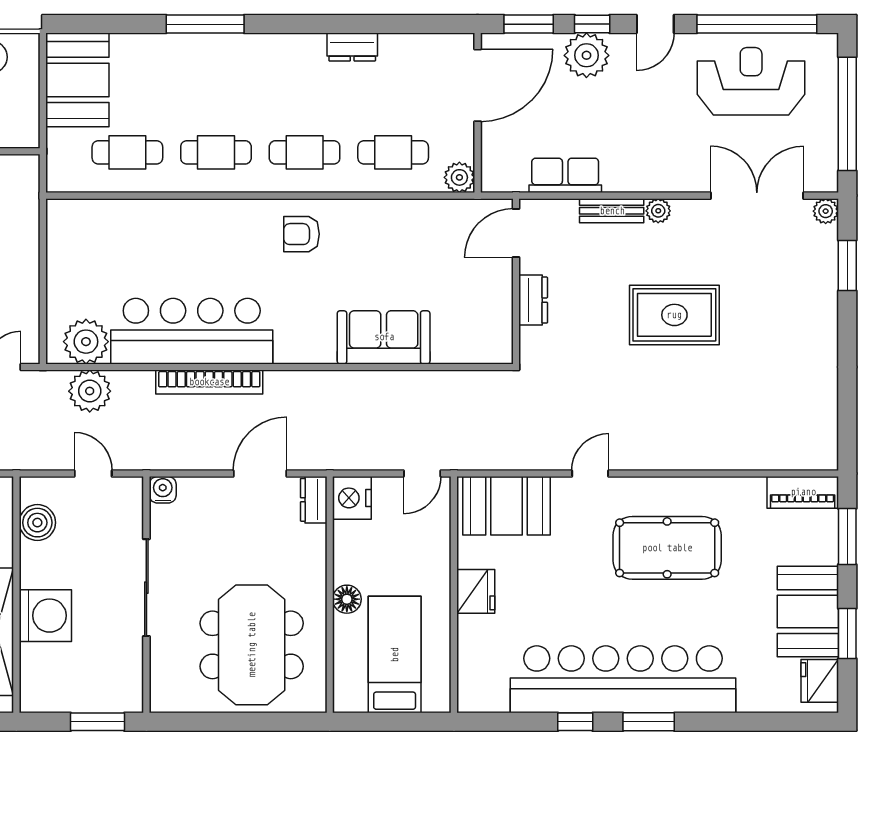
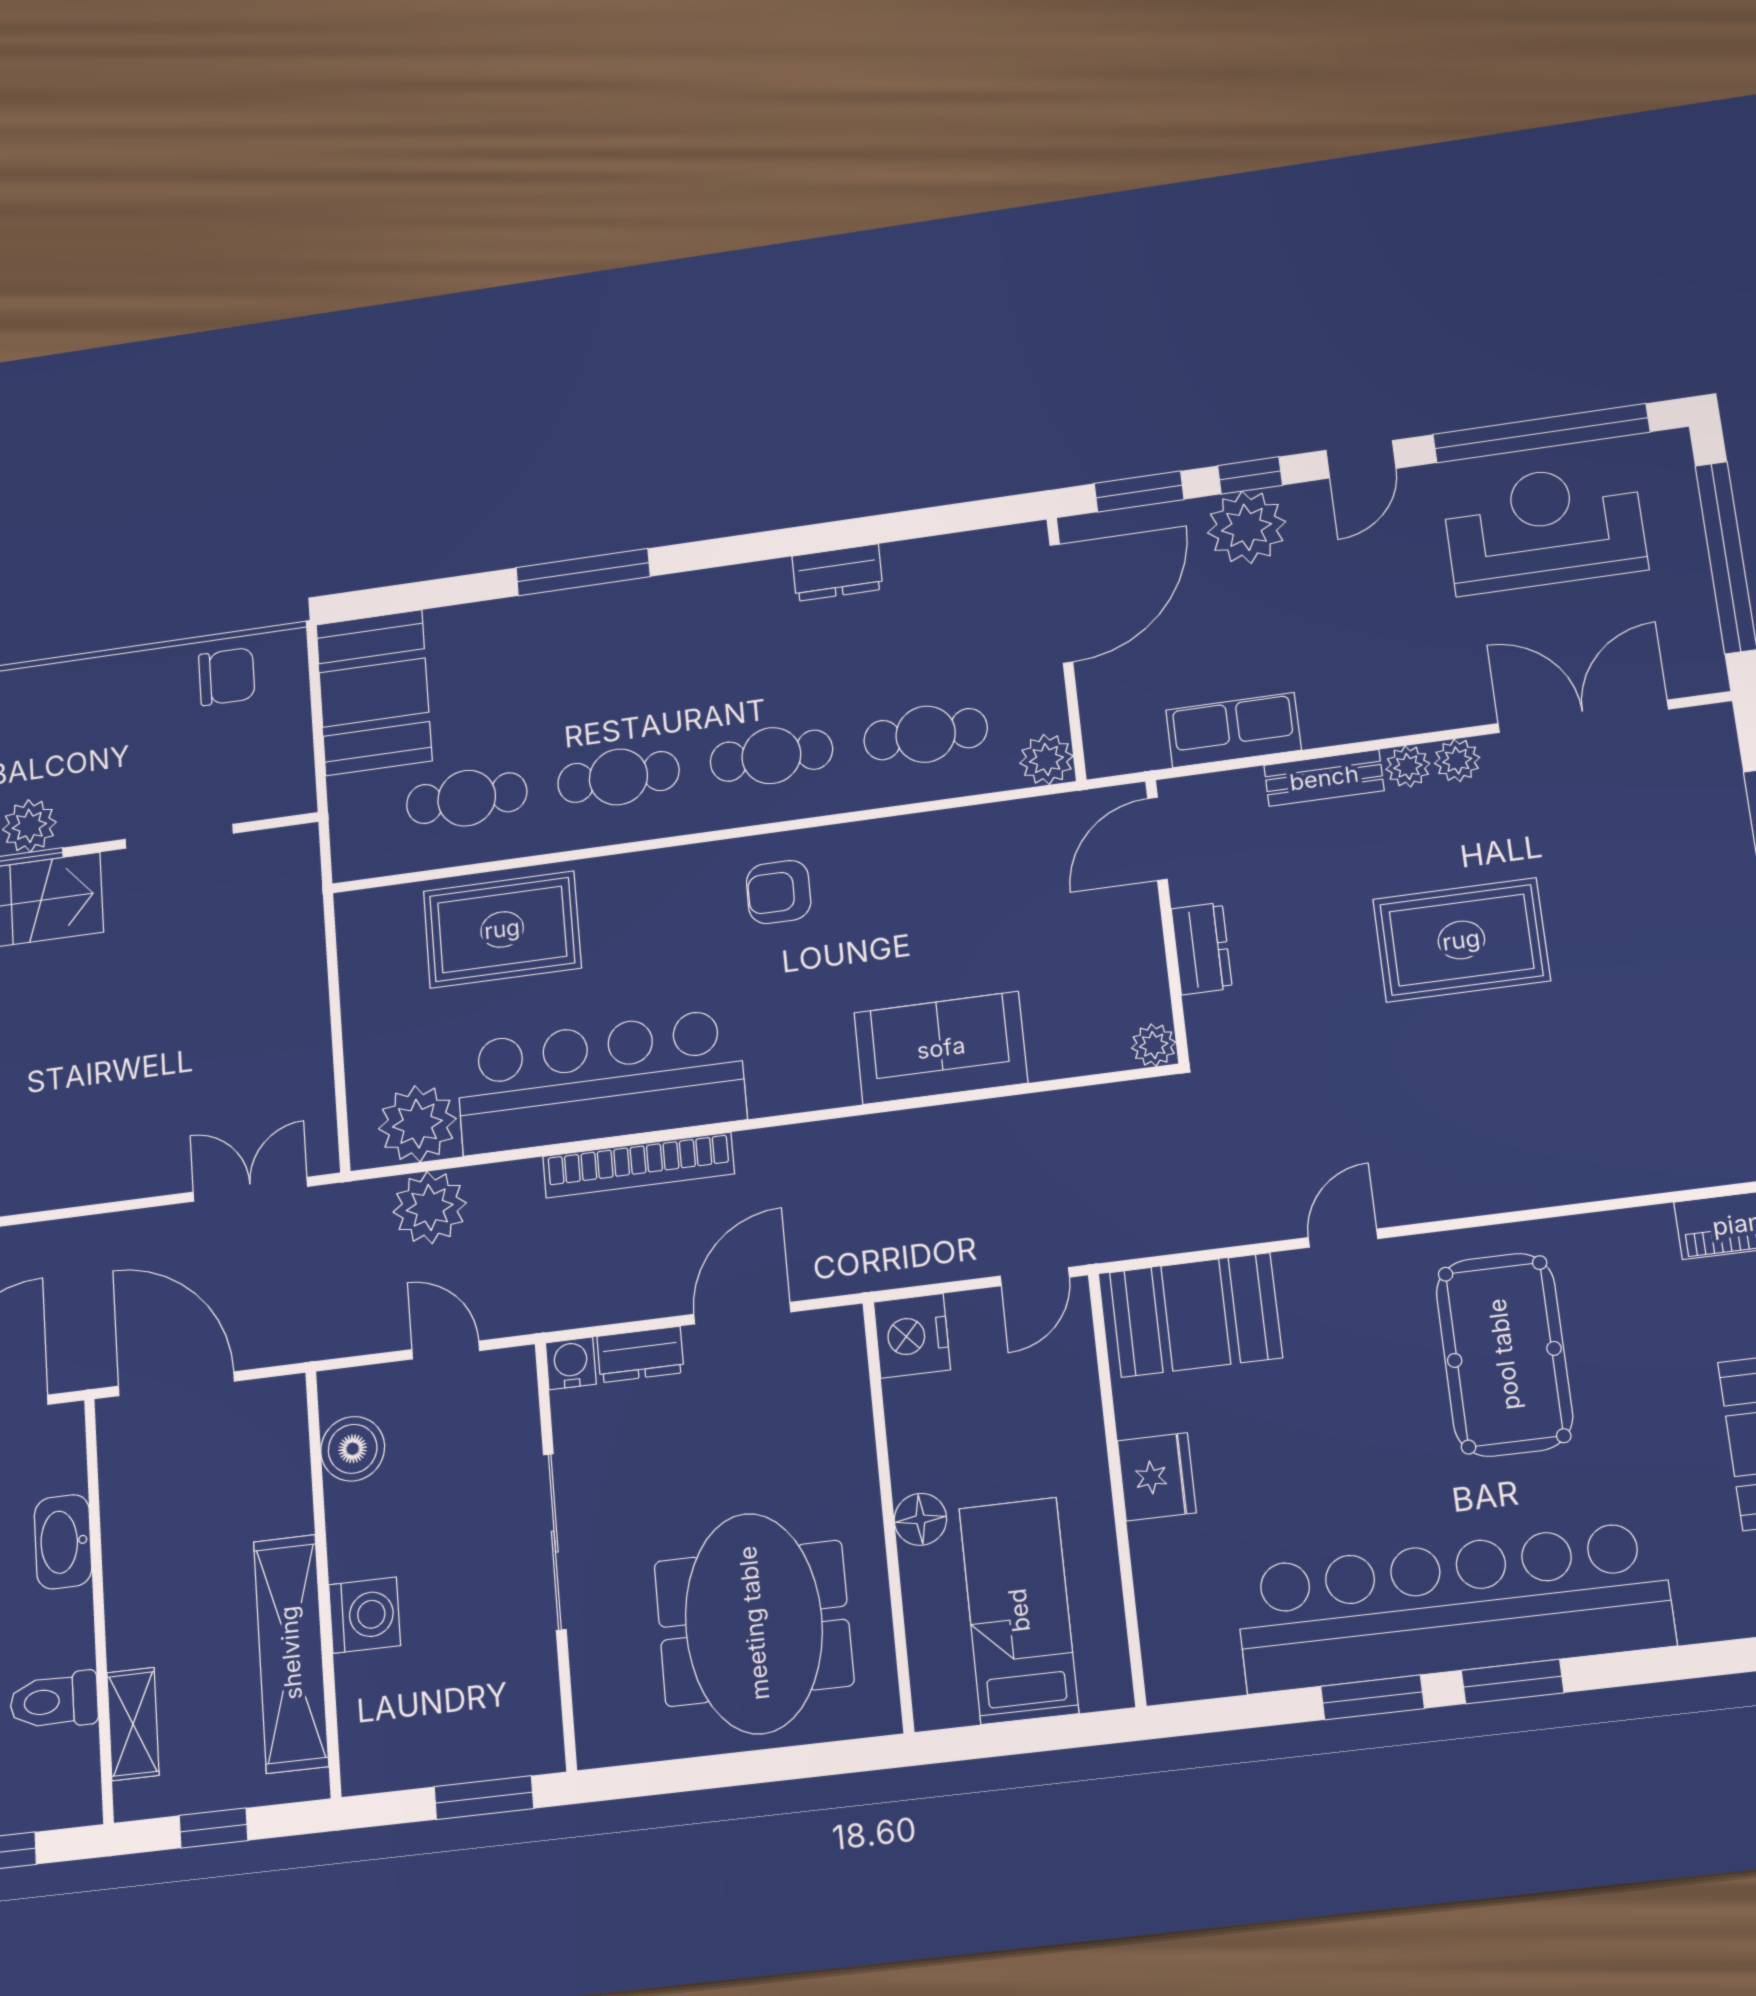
plant: (826, 211) -> (1457, 760), moved
rug: (142, 234) -> (502, 929), added
plant: (501, 352) -> (1154, 1045), added
dresser: (314, 500) -> (640, 1354), moved, turned -90
pool table: (667, 548) -> (1504, 1354), turned 90
washing machine: (45, 616) -> (365, 1615), width x0.73, depth x0.73
window: (575, 722) -> (1372, 1697), width x1.50

